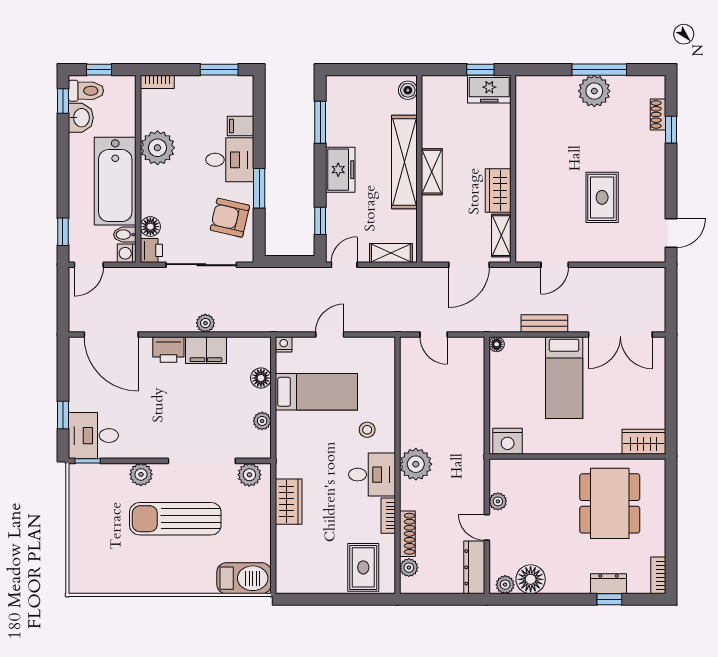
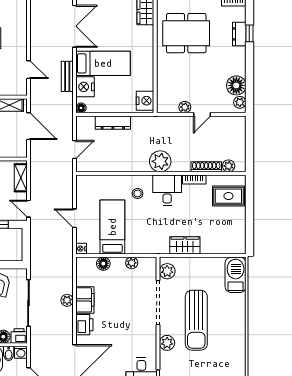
nightstand: (529, 350) -> (85, 87), added
dresser: (474, 567) -> (113, 123), moved

